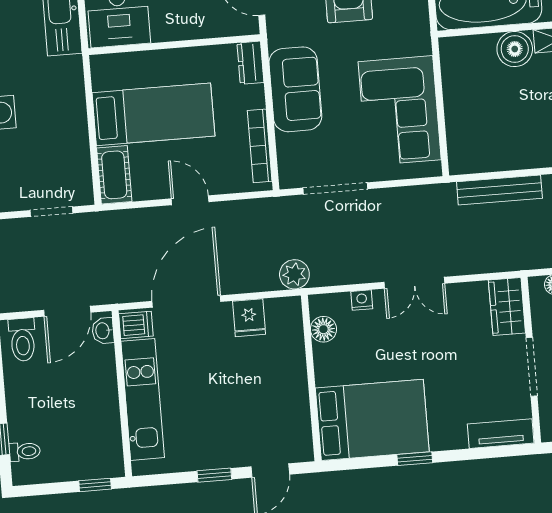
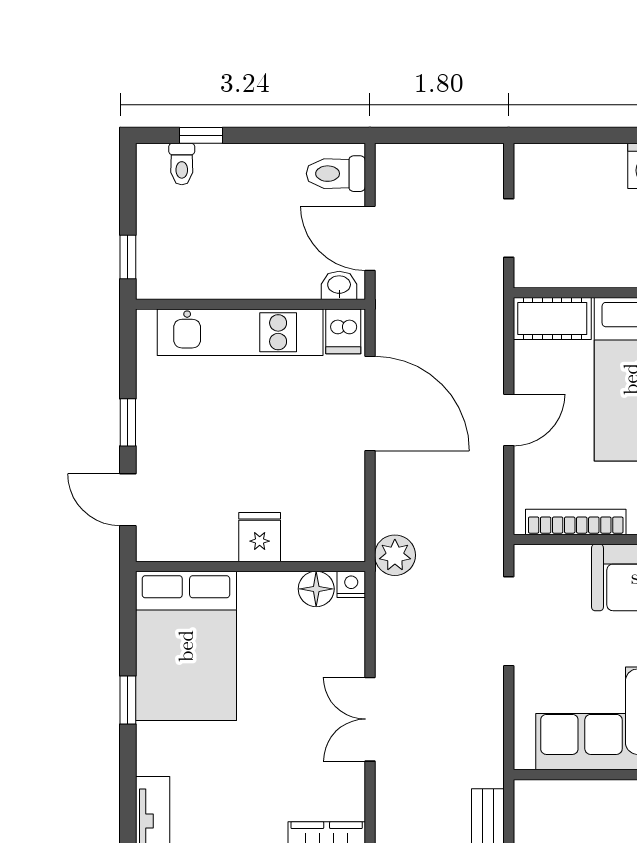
nightstand: (362, 300) -> (351, 584), moved, turned -90
fridge: (249, 318) -> (260, 537), moved, turned 90

